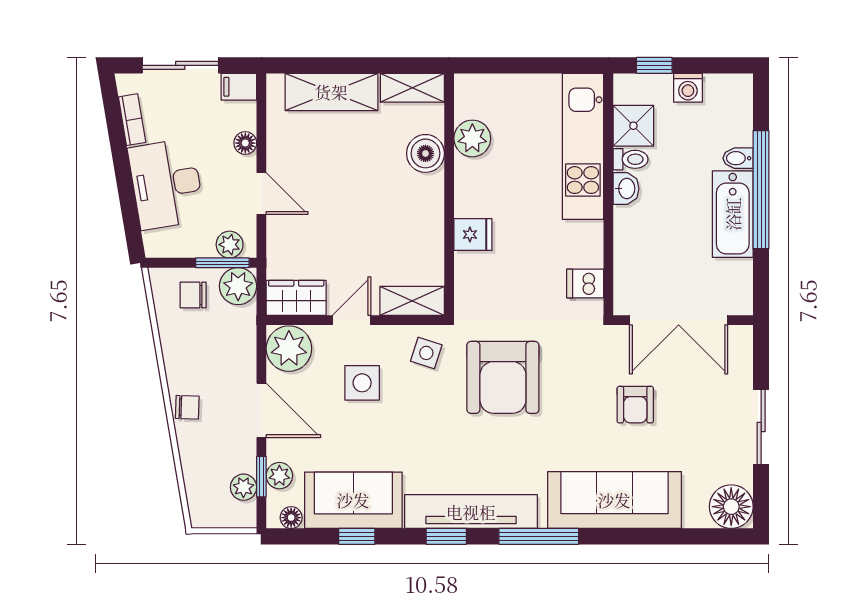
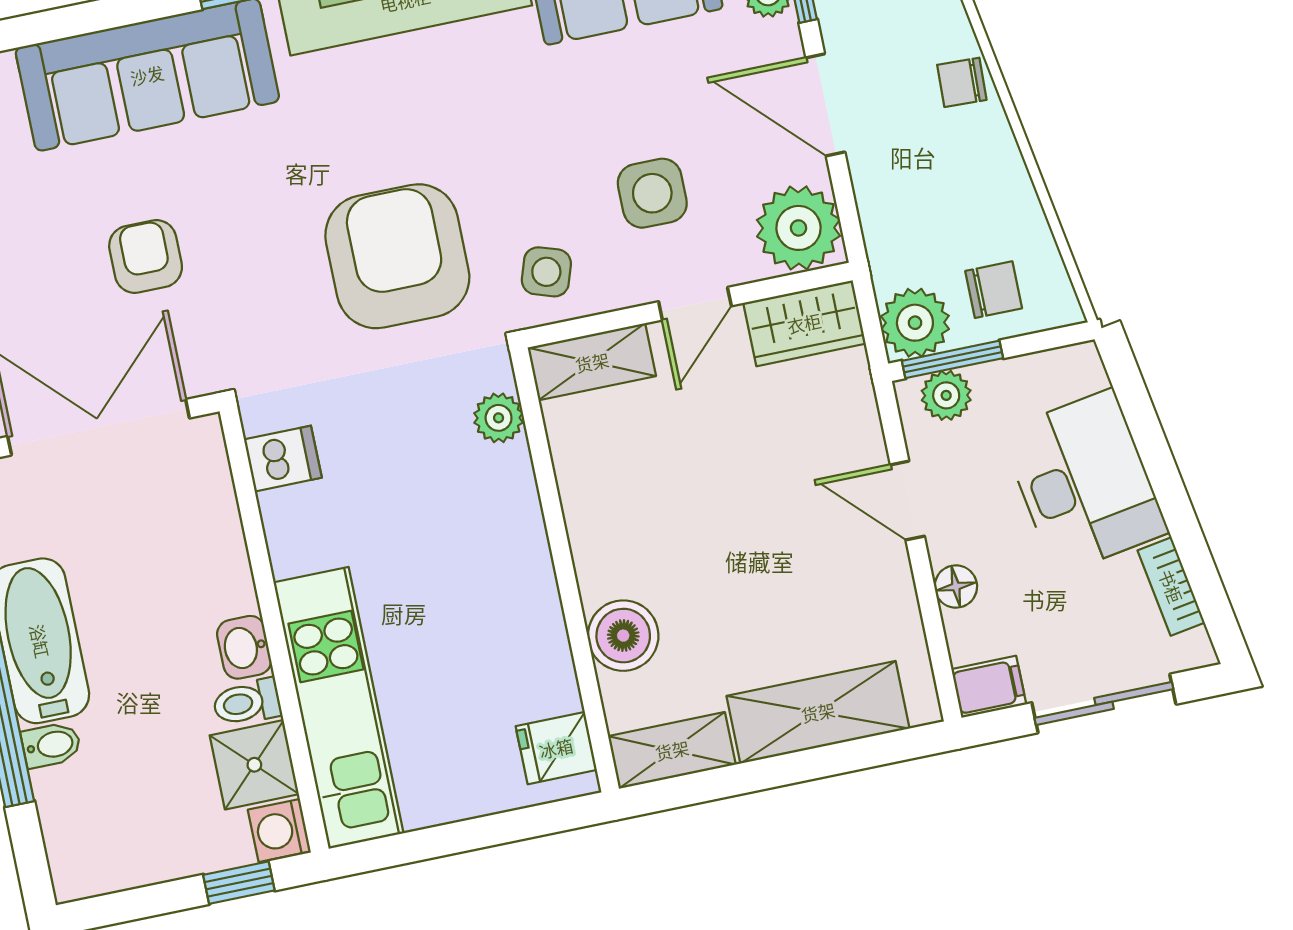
washing machine: (688, 88) -> (279, 830), moved, turned -90
plant: (472, 138) -> (499, 418), moved, width x0.73, depth x0.73
fridge: (473, 234) -> (556, 748), moved

